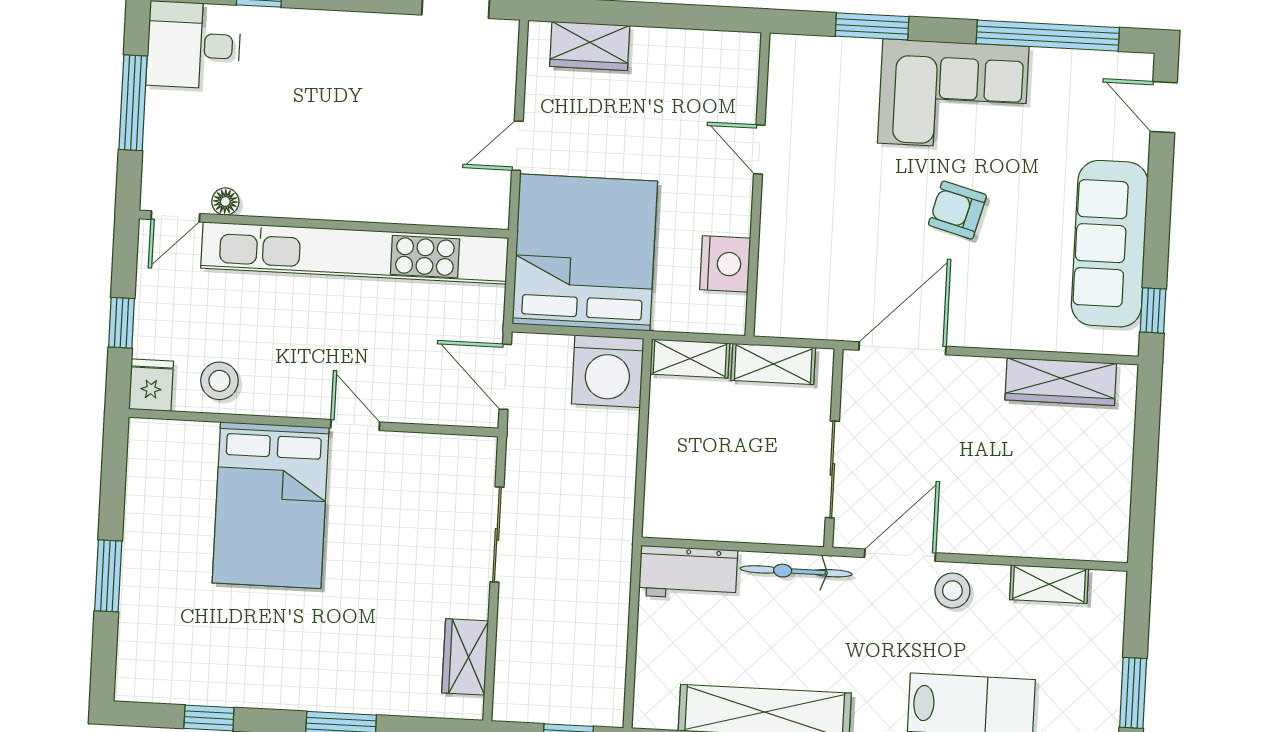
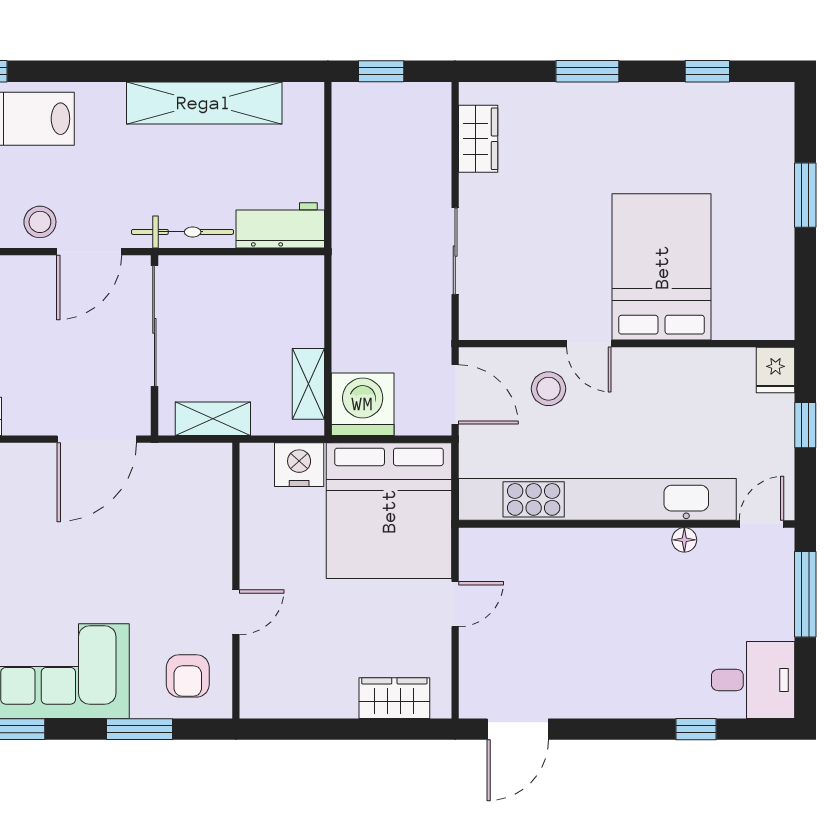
window: (133, 103) -> (805, 594), moved
door: (759, 149) -> (236, 612), hinge flipped
floor lamp: (225, 201) -> (684, 540), moved
armchair: (957, 210) -> (188, 676), moved, turned 75
nightstand: (725, 264) -> (299, 465), moved, turned 90
shelving: (690, 359) -> (308, 384), moved, turned 90
stool: (219, 381) -> (549, 389), moved
sliding door: (832, 469) -> (154, 326), width x1.37

